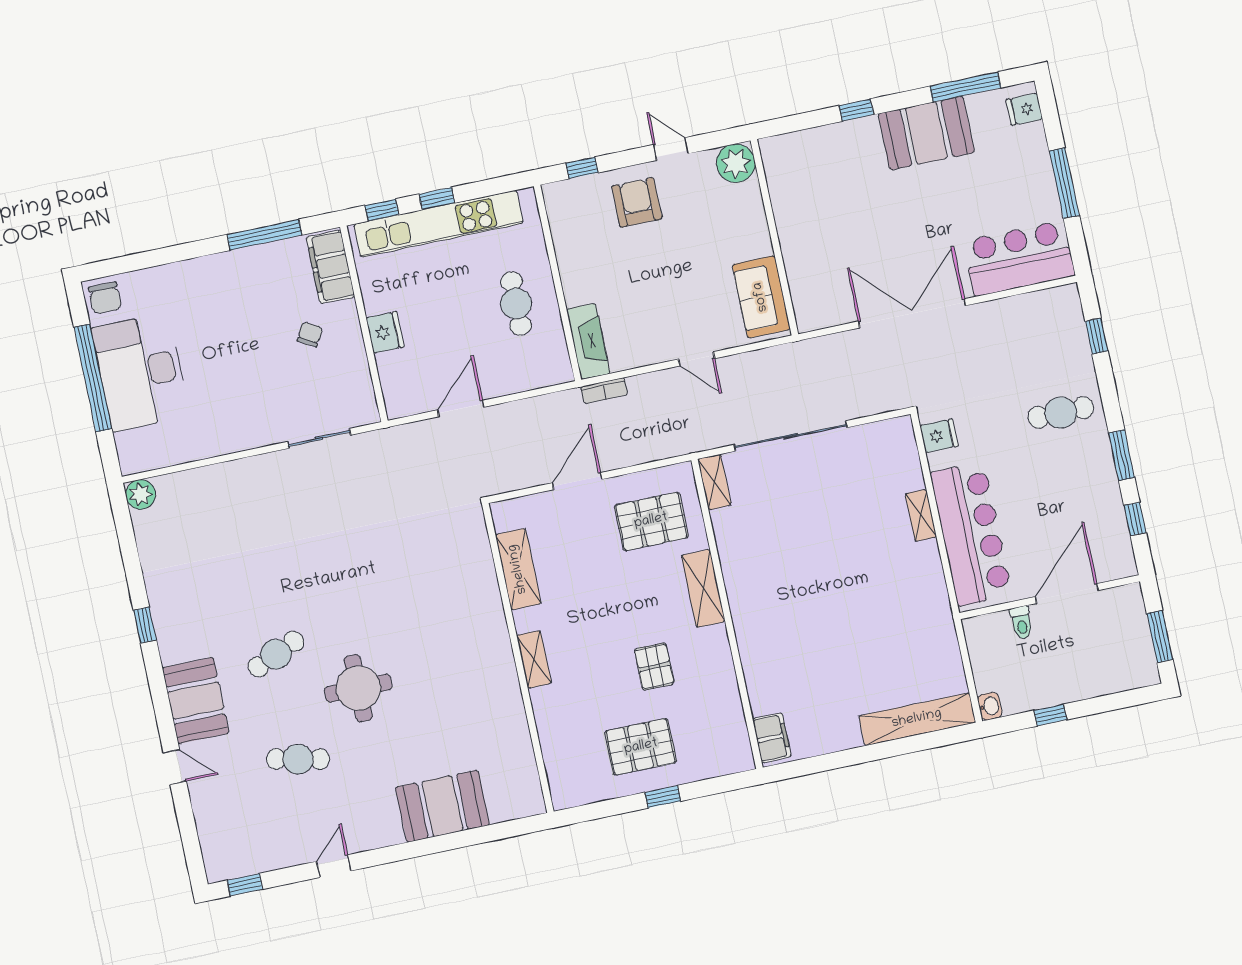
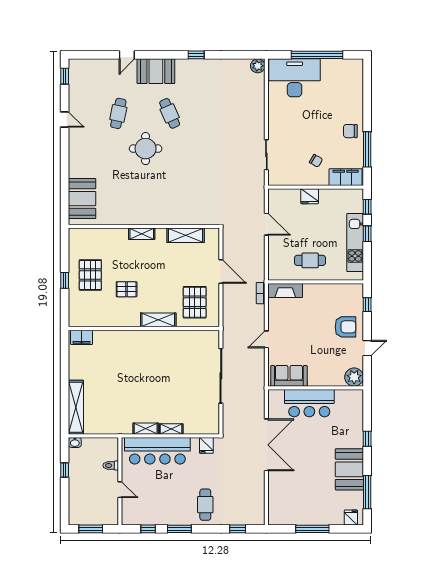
kitchen unit: (438, 224) -> (355, 243), width x0.73
bar counter: (1019, 258) -> (309, 403), moved, turned 90
chair: (105, 298) -> (350, 131), moved
desk: (141, 372) -> (295, 78), moved
shelving: (714, 482) -> (146, 429), moved
door: (1067, 594) -> (120, 490), width x0.53
booth: (442, 806) -> (82, 199), moved

